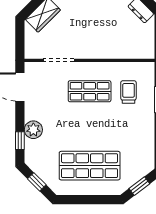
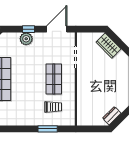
window: (20, 141) -> (29, 29), moved

